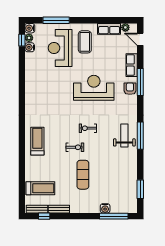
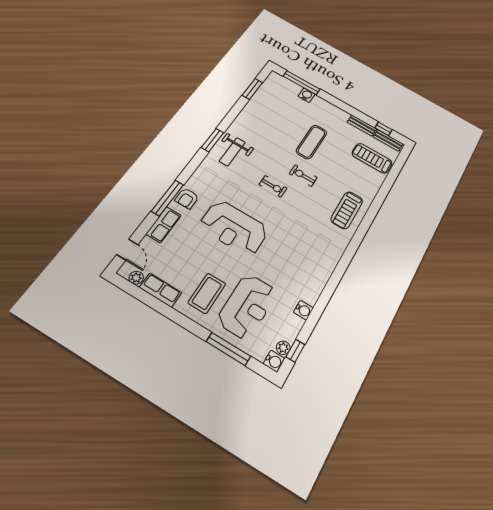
water cooler: (30, 47) -> (303, 310), moved
window: (140, 136) -> (213, 140), width x0.69

